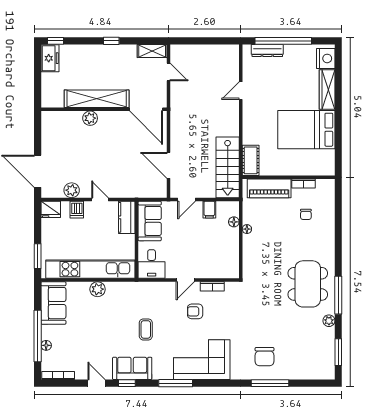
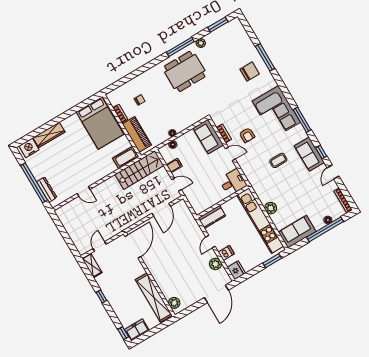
shelving: (97, 99) -> (154, 298), moved
plant: (90, 118) -> (174, 303), moved
bed: (306, 130) -> (100, 123), moved
sofa: (150, 221) -> (208, 137), moved, turned -90

